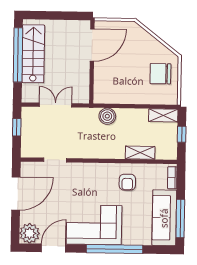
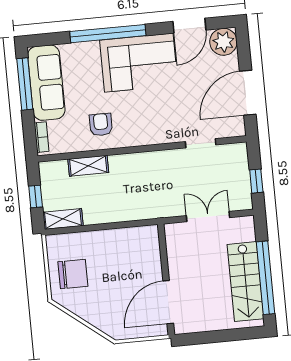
double door: (56, 105) -> (208, 217), swing flipped
boiler: (107, 116) -> (137, 209), removed

